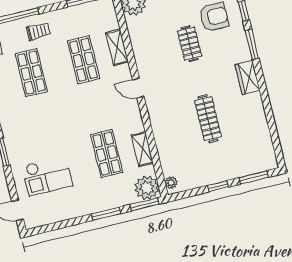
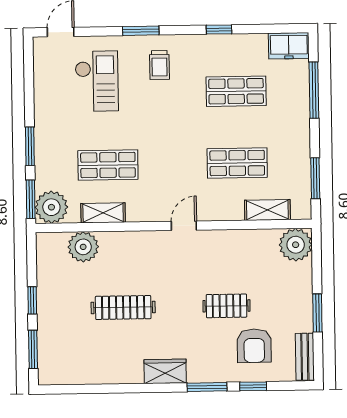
trolley: (38, 31) -> (159, 65), moved
shelving: (117, 47) -> (267, 210), moved
checkout: (47, 176) -> (97, 81), turned 180
plant: (171, 183) -> (83, 247), moved, width x1.87, depth x1.87

